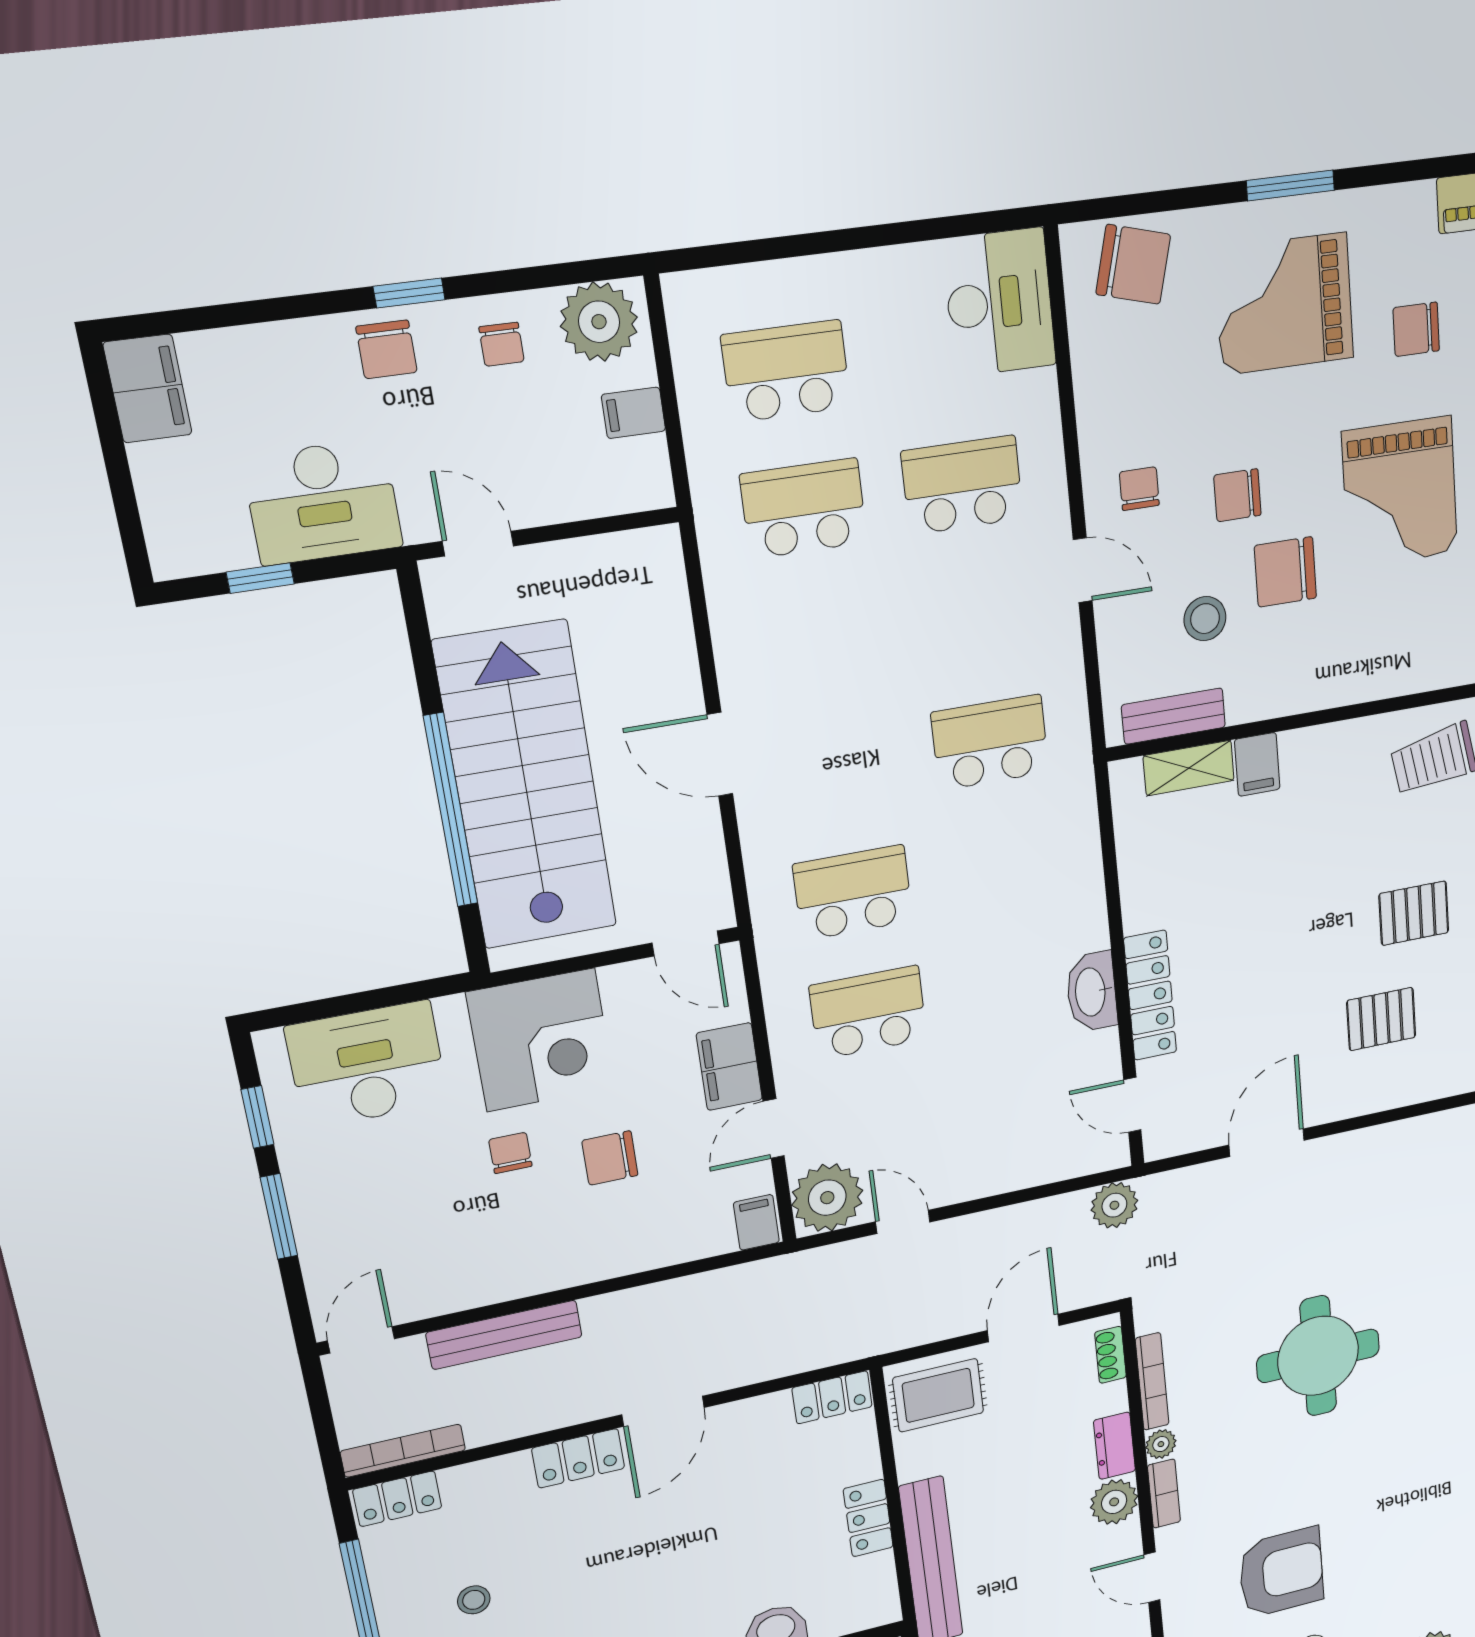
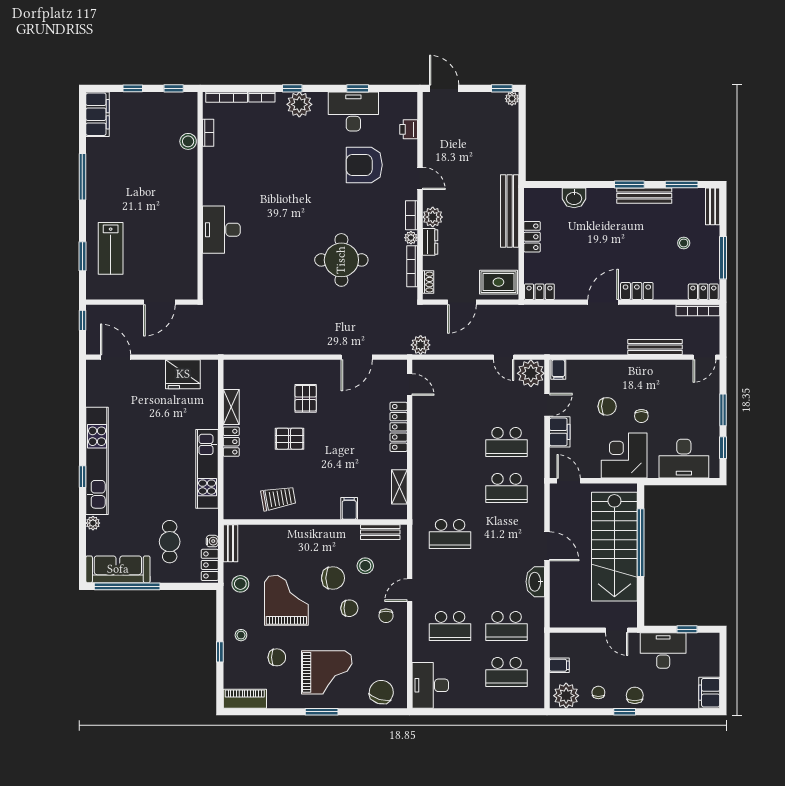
chair: (1133, 264) -> (381, 692), turned 92
door: (1083, 570) -> (410, 590), hinge flipped
shelving: (1189, 768) -> (399, 487), moved, turned 90
washbasin: (1092, 992) -> (535, 582), moved, turned 180
pallet: (1381, 1019) -> (306, 398), turned 90

